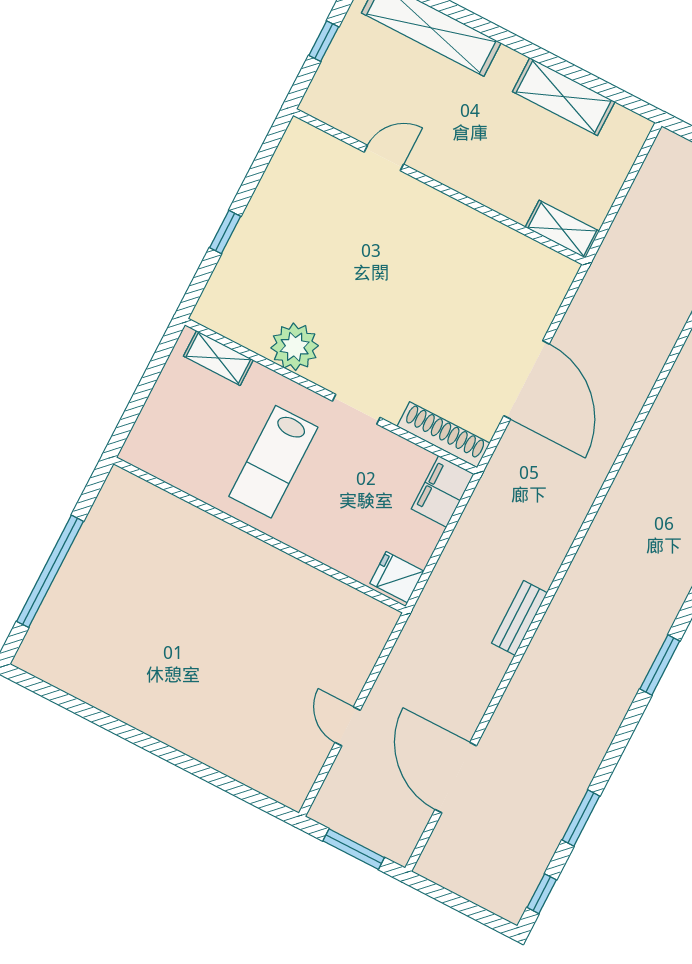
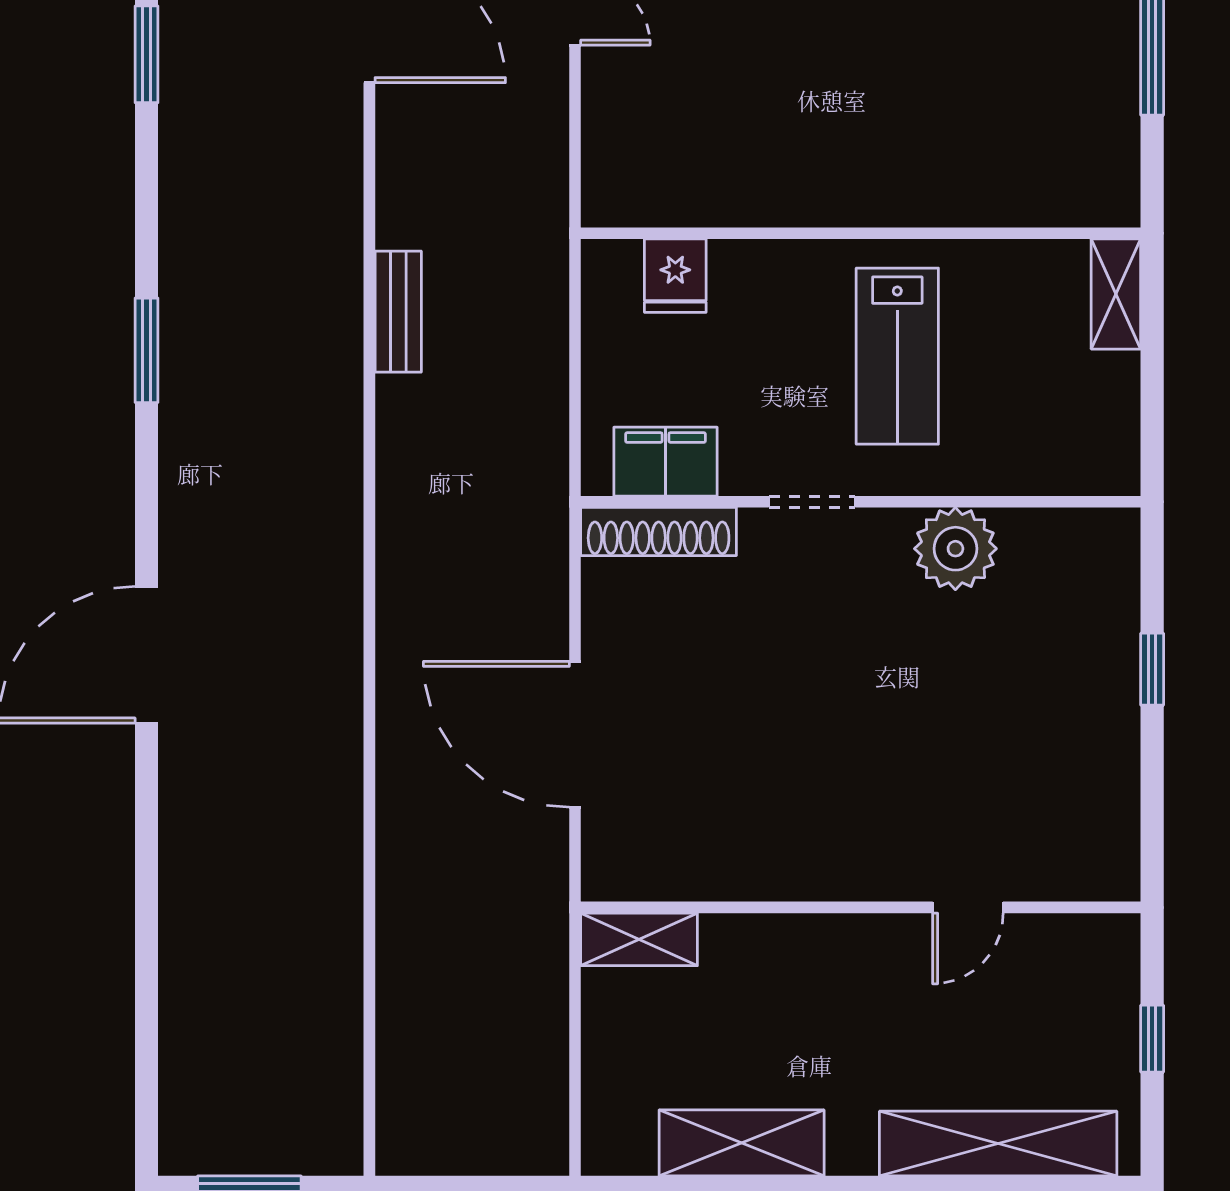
shelving: (218, 358) -> (1116, 294), moved, turned 90
door: (527, 380) -> (575, 734), moved
lab bench: (273, 462) -> (897, 356), turned 180
filing cabinet: (443, 491) -> (665, 462), moved, turned -90
fridge: (397, 577) -> (675, 276), moved, turned 90

